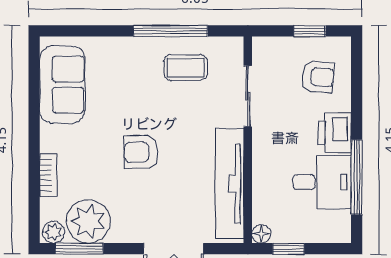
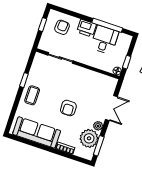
window: (171, 31) -> (24, 80), width x0.46
coffee table: (186, 67) -> (32, 95), moved
sofa: (62, 85) -> (37, 132), width x1.36
tv unit: (230, 184) -> (93, 77), removed
plant: (53, 232) -> (98, 126), moved

